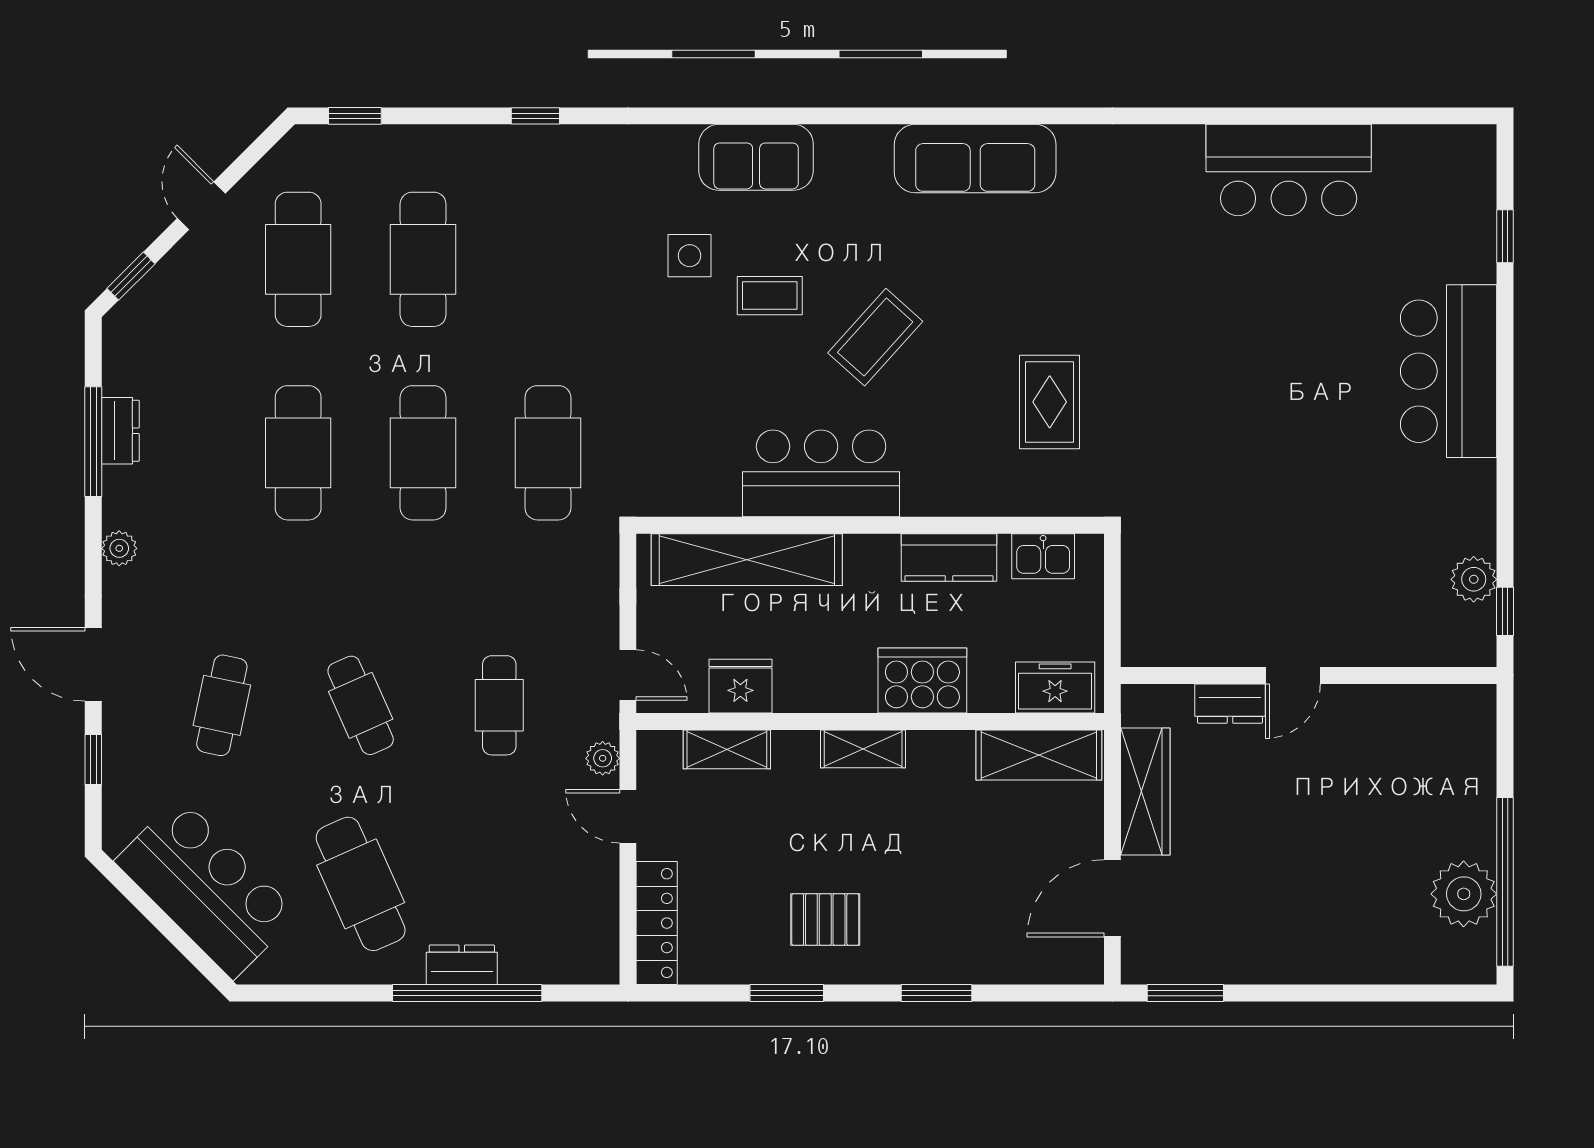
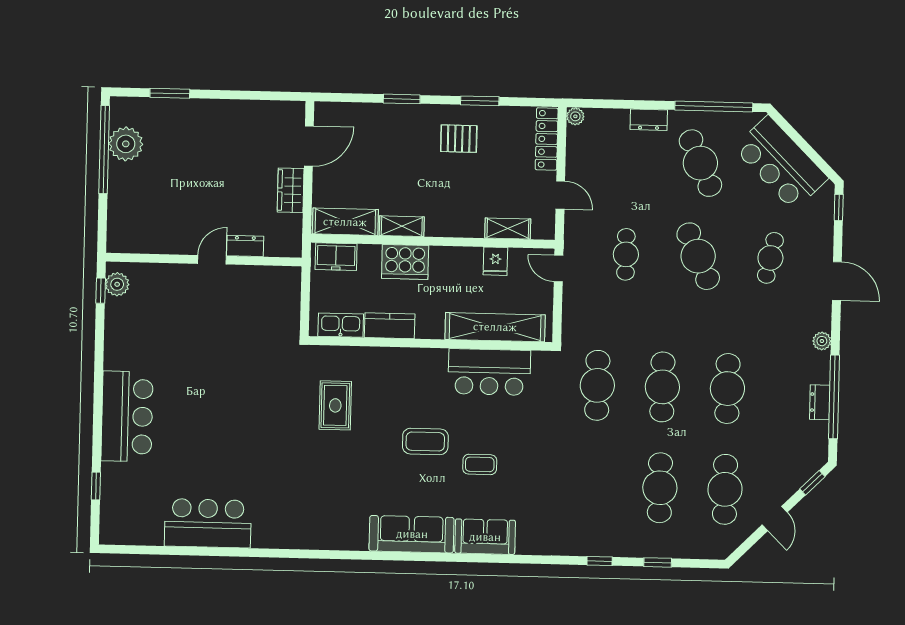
window: (355, 116) -> (658, 562), moved
sofa: (975, 159) -> (412, 534), moved
side table: (690, 256) -> (521, 486), removed
coffee table: (875, 337) -> (425, 441), turned 48
window: (93, 442) -> (834, 397), width x1.46
bar counter: (821, 473) -> (489, 372), moved
kitchen sink: (1043, 556) -> (341, 325), width x1.38
plant: (1474, 579) -> (117, 284), moved
fridge: (740, 686) -> (495, 261), width x0.72
cafe table: (361, 705) -> (698, 256), width x1.37, depth x1.35
shelving: (863, 749) -> (402, 226), moved
plant: (603, 758) -> (575, 116), moved
window: (93, 759) -> (839, 207), moved
wardrobe: (1145, 791) -> (291, 190), width x0.67
window: (467, 993) -> (714, 107), moved
window: (1185, 993) -> (170, 93), moved

